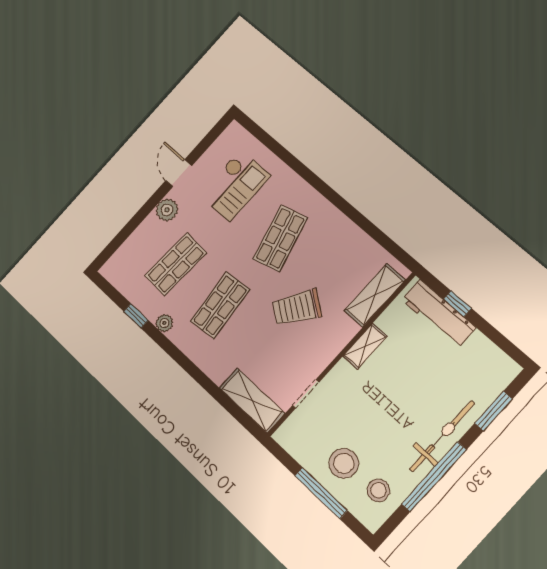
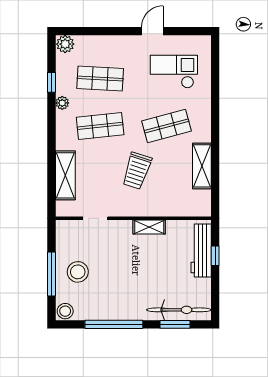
checkout: (235, 185) -> (174, 72), turned 180
plant: (167, 210) -> (65, 44), moved
shelving: (375, 295) -> (202, 166), moved, turned 90
trolley: (297, 308) -> (137, 171), turned -107
shelving: (252, 401) -> (65, 175), moved
bicycle: (442, 436) -> (179, 310), moved
stool: (378, 490) -> (65, 311), moved

